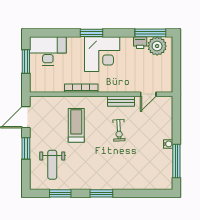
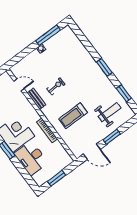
desk: (48, 51) -> (31, 158), moved

